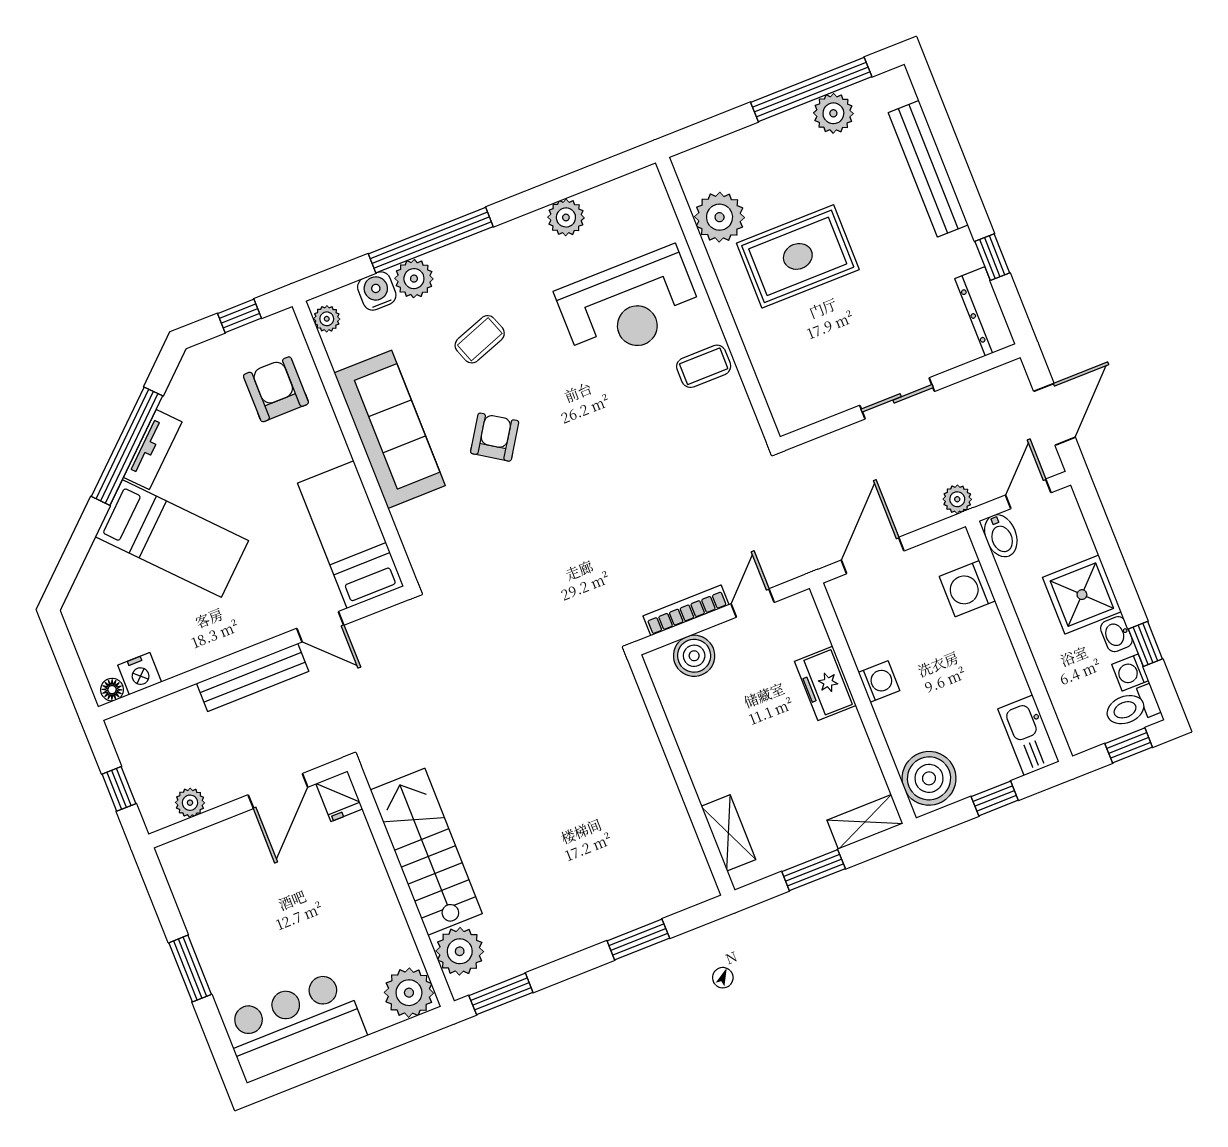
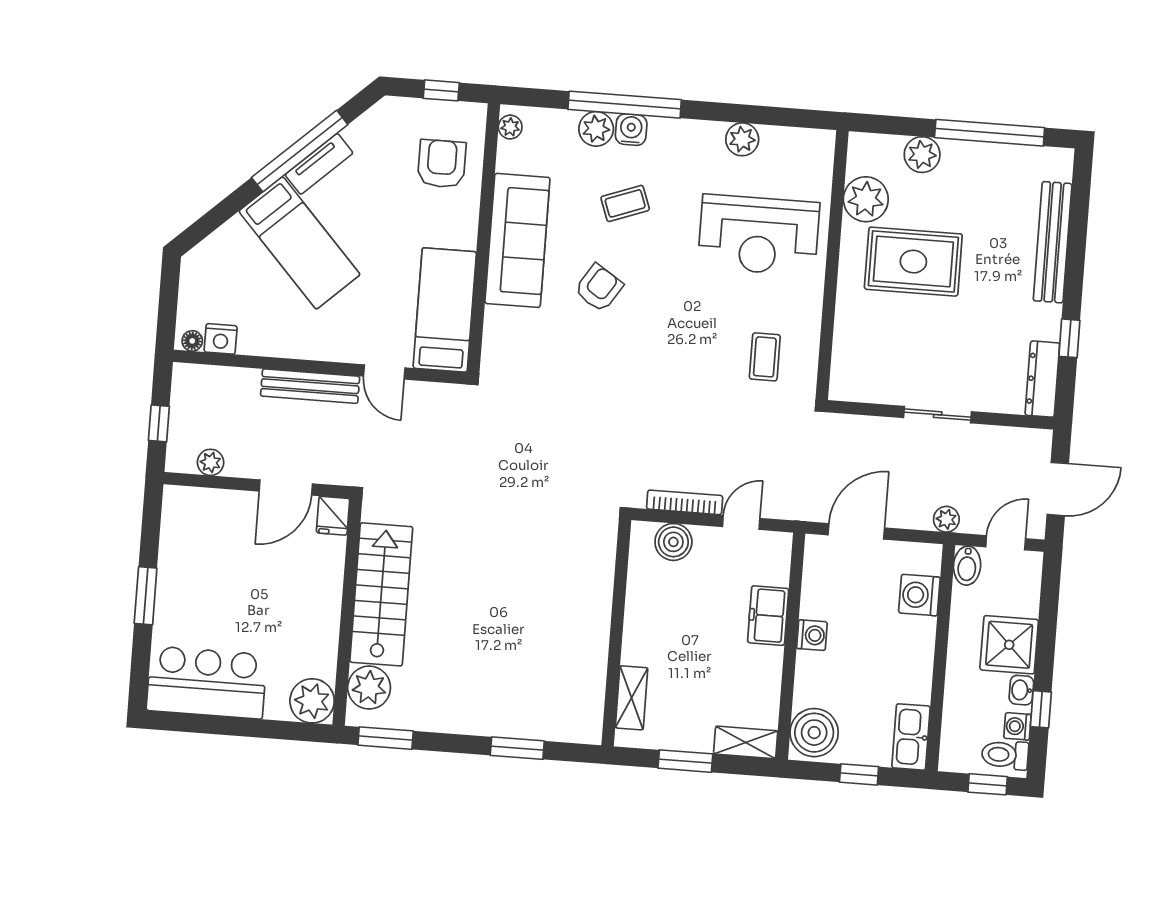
plant: (833, 113) -> (922, 155), moved
water cooler: (377, 291) -> (631, 130), moved
coffee table: (704, 366) -> (765, 357), moved, turned 90

